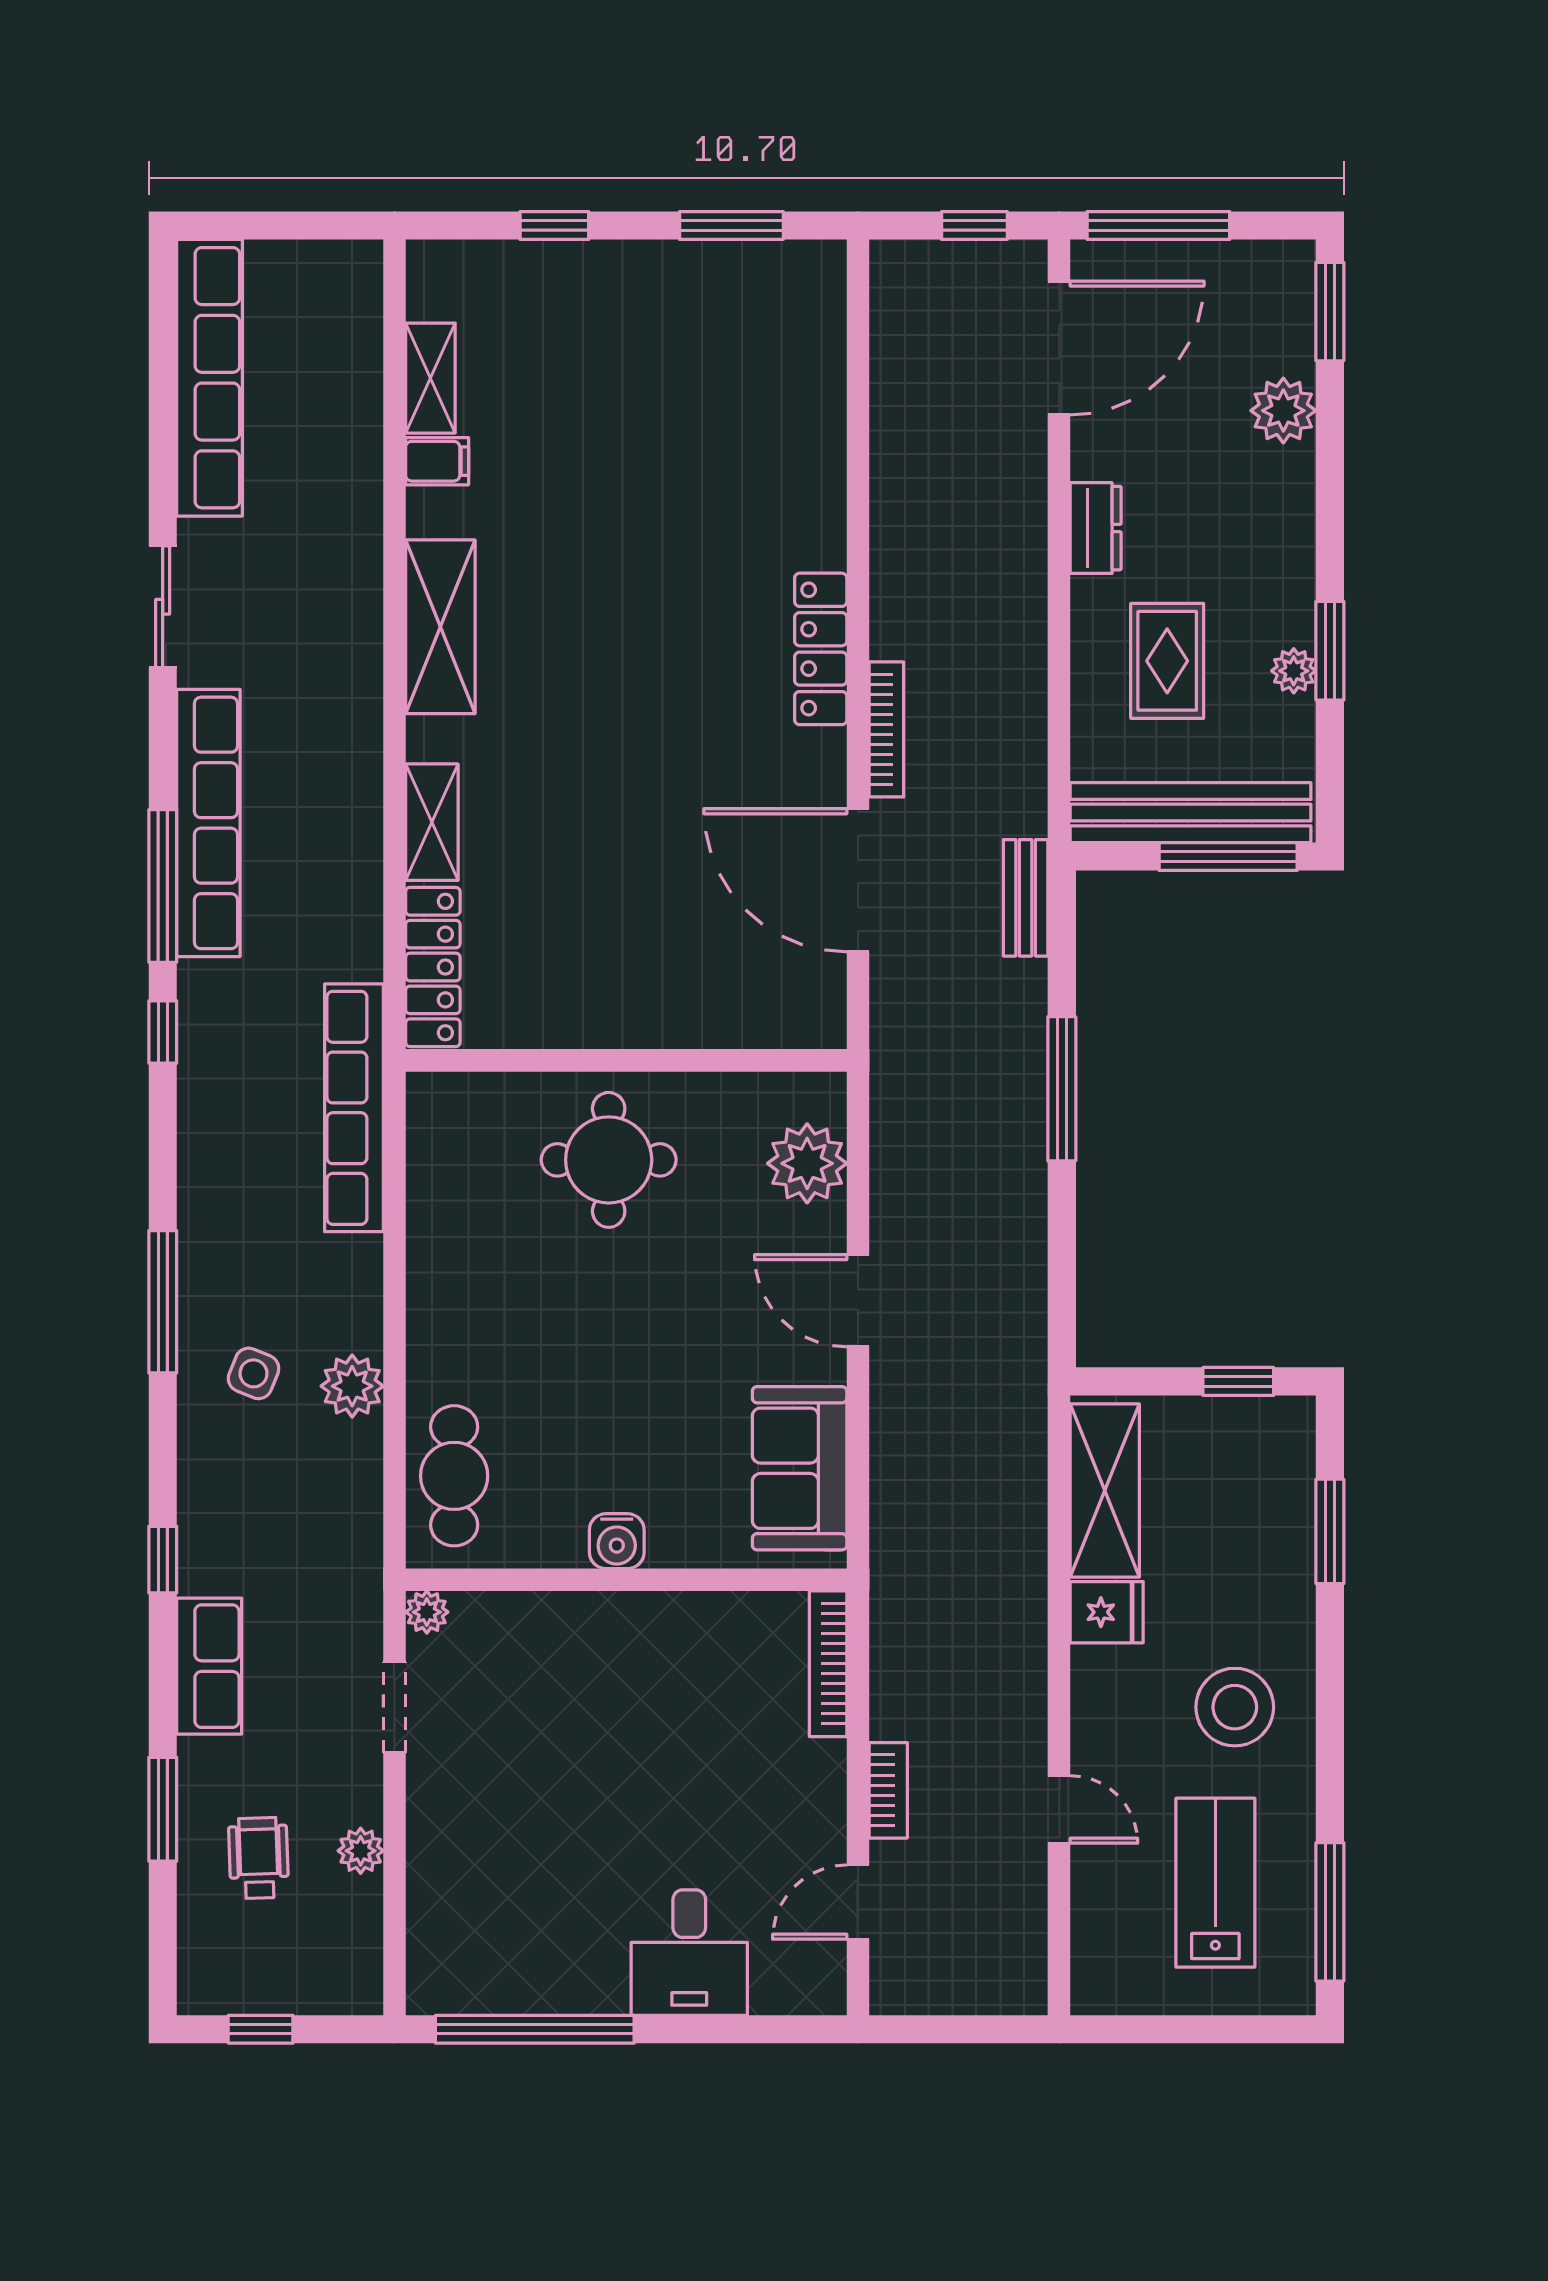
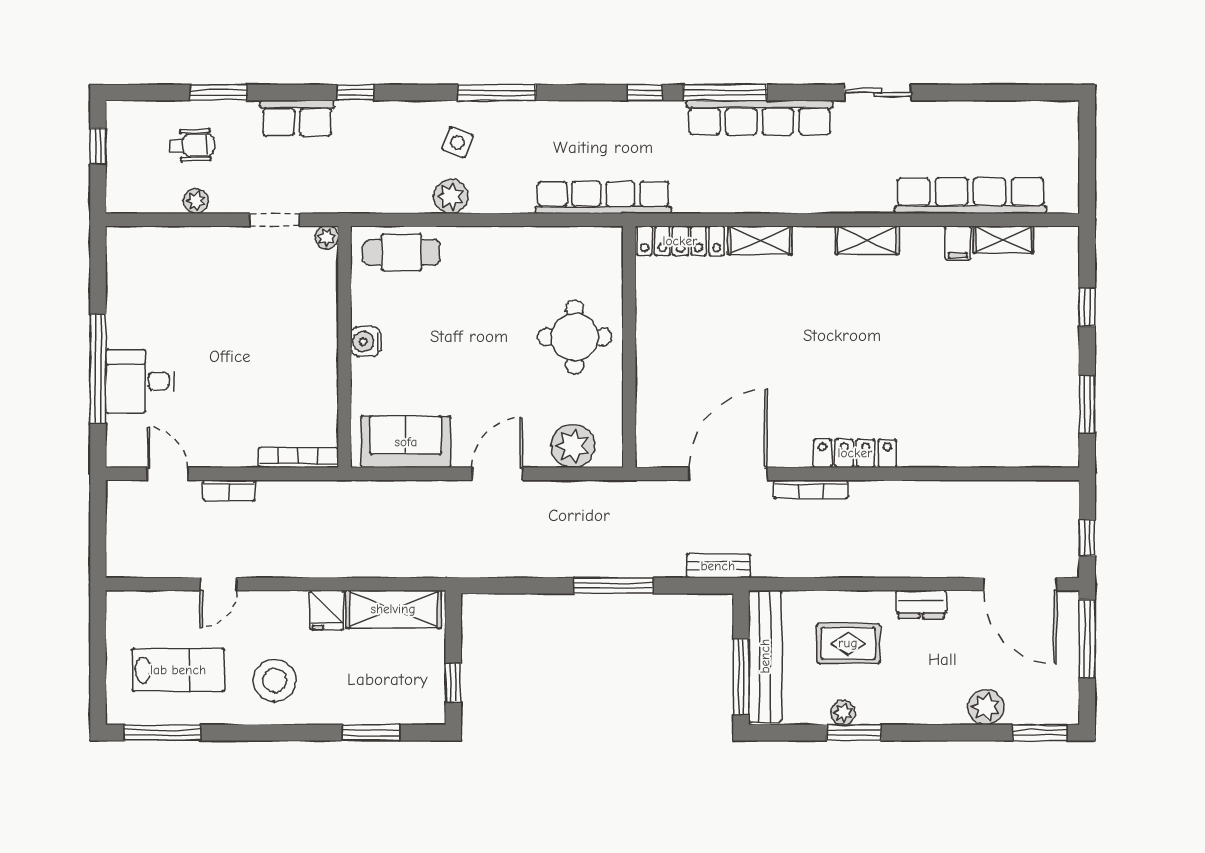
row of seats: (209, 378) -> (971, 196), moved, turned 180
shelving: (440, 627) -> (867, 240), width x0.67, depth x0.75
window: (535, 2029) -> (98, 369), moved

